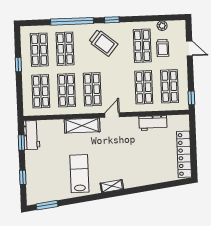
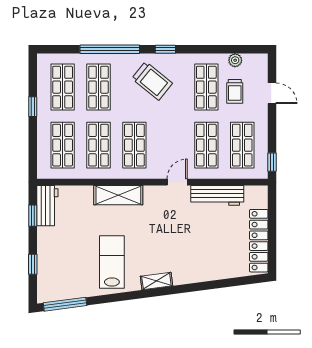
door: (112, 115) -> (177, 182), moved
workbench: (153, 123) -> (217, 195), width x1.38
window: (47, 205) -> (65, 304), width x1.44

